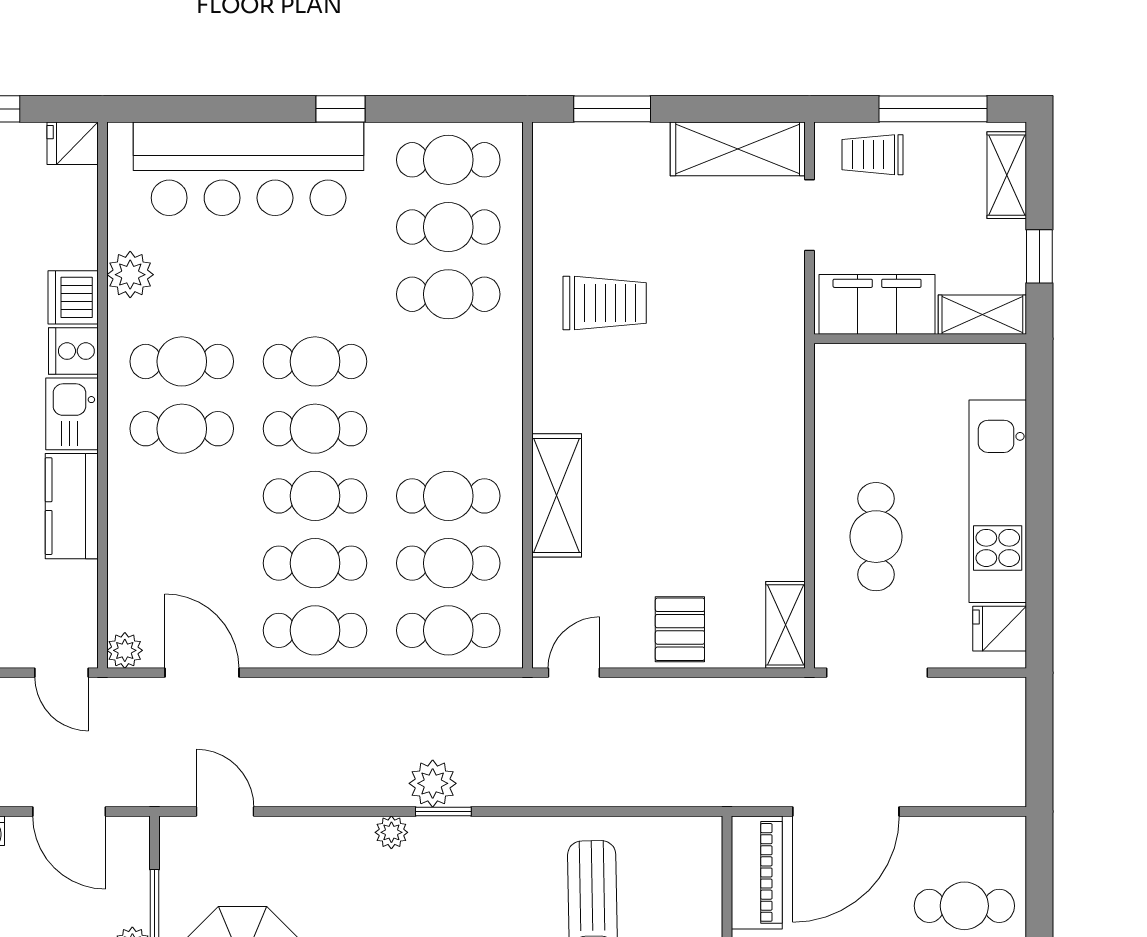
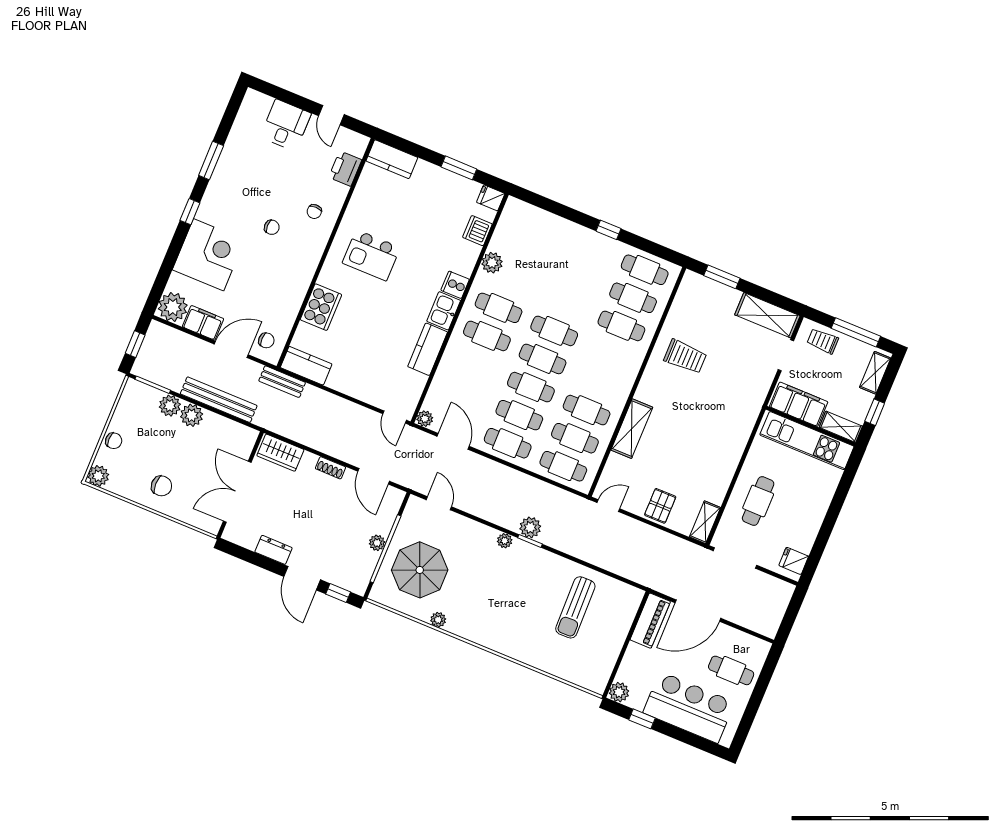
bar counter: (249, 169) -> (560, 239), removed
dishwasher: (73, 297) -> (477, 231), moved
kitchen unit: (998, 501) -> (807, 441), moved, turned -90

